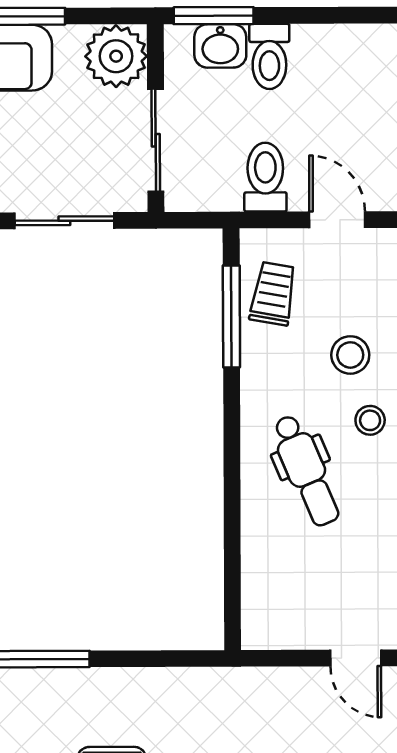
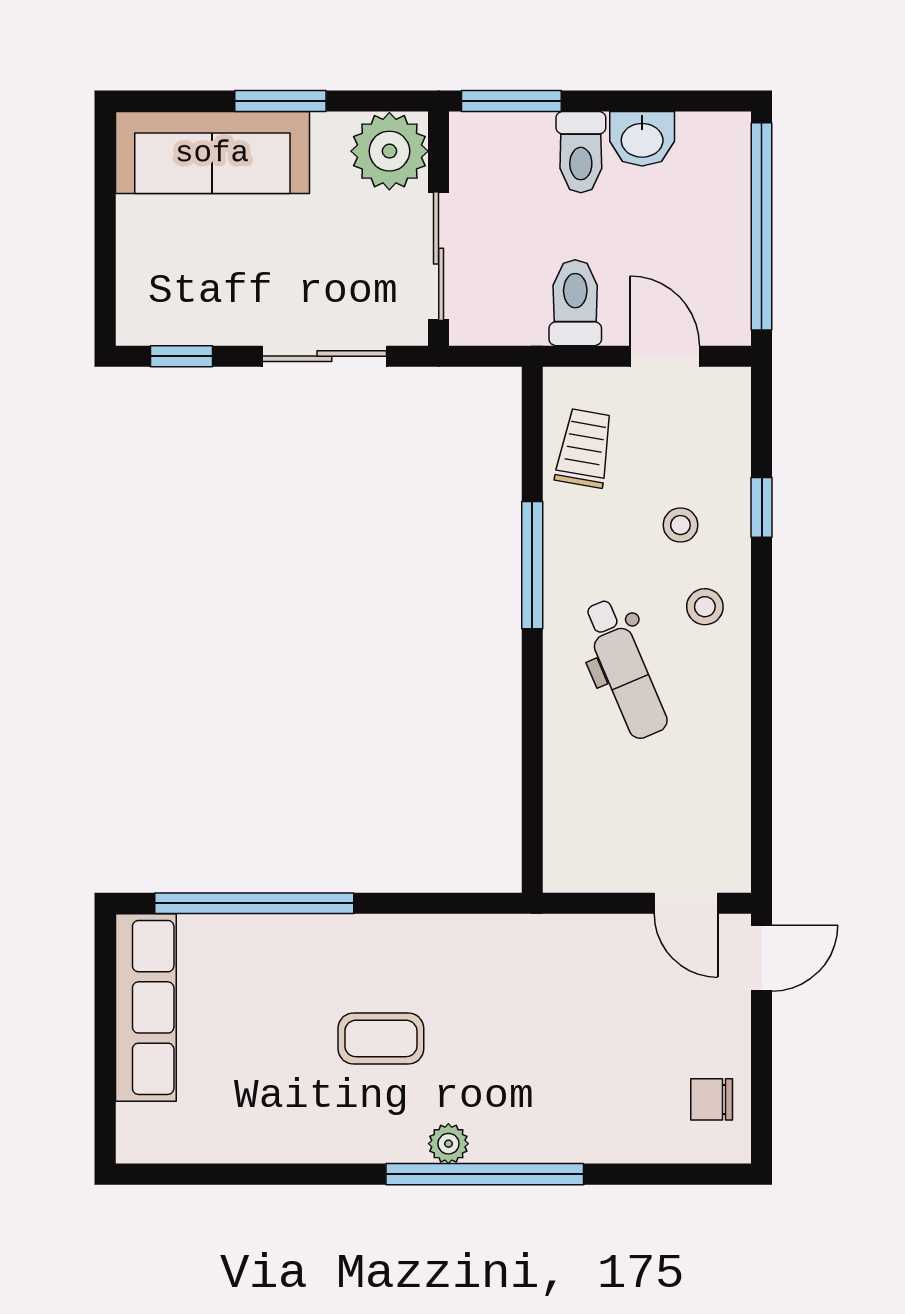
washbasin: (220, 46) -> (642, 139), moved
window: (231, 316) -> (532, 565), moved
stool: (350, 355) -> (680, 525), width x0.73, depth x0.73

